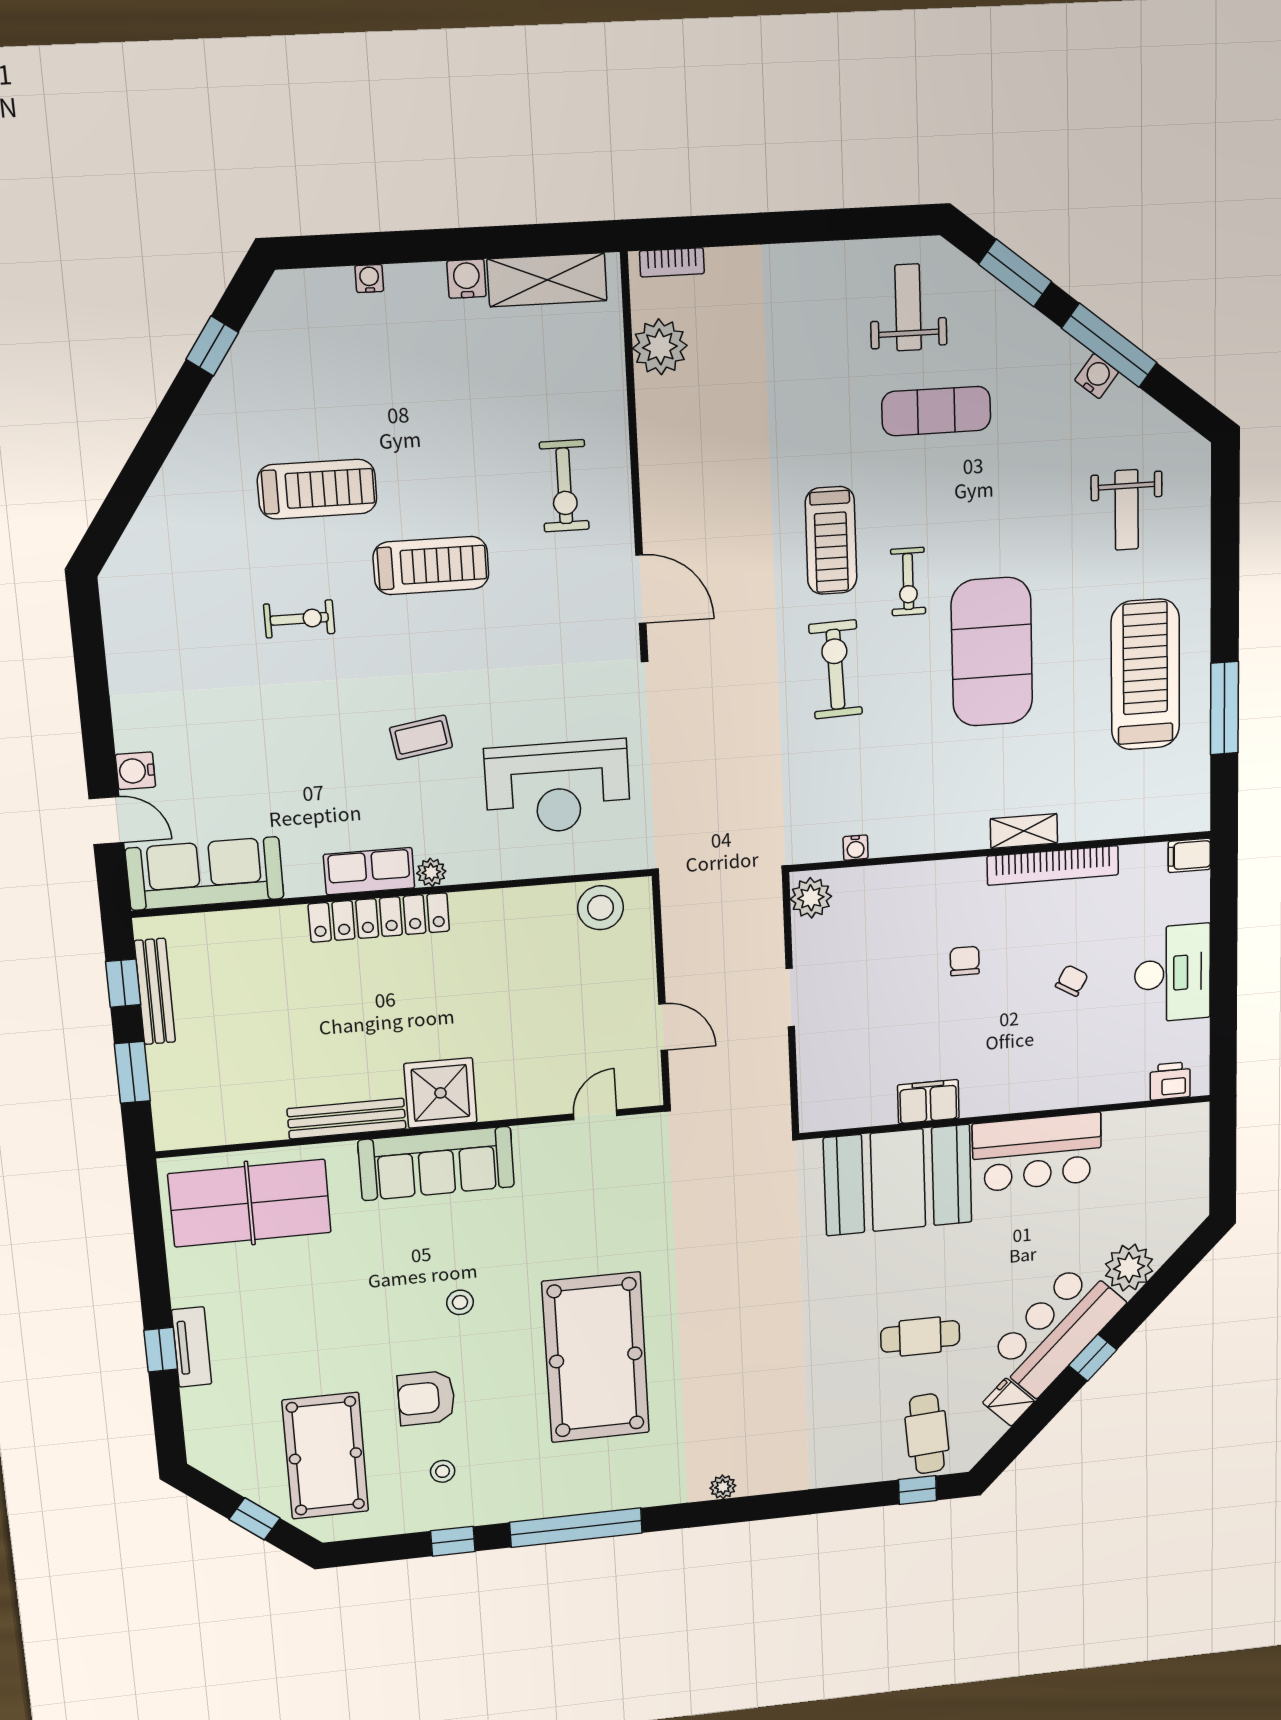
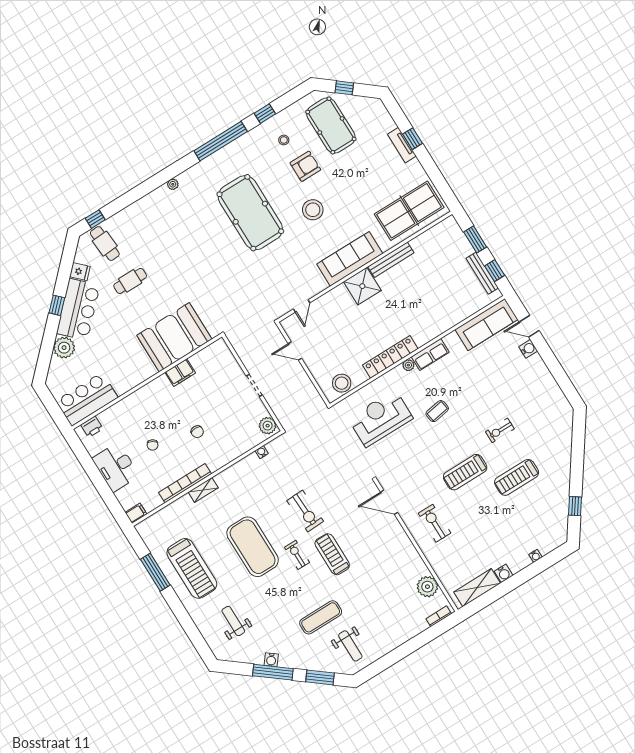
locker: (379, 918) -> (390, 357), moved
bar counter: (1037, 1152) -> (87, 399), moved
stool: (460, 1302) -> (313, 210), width x1.89, depth x1.89

